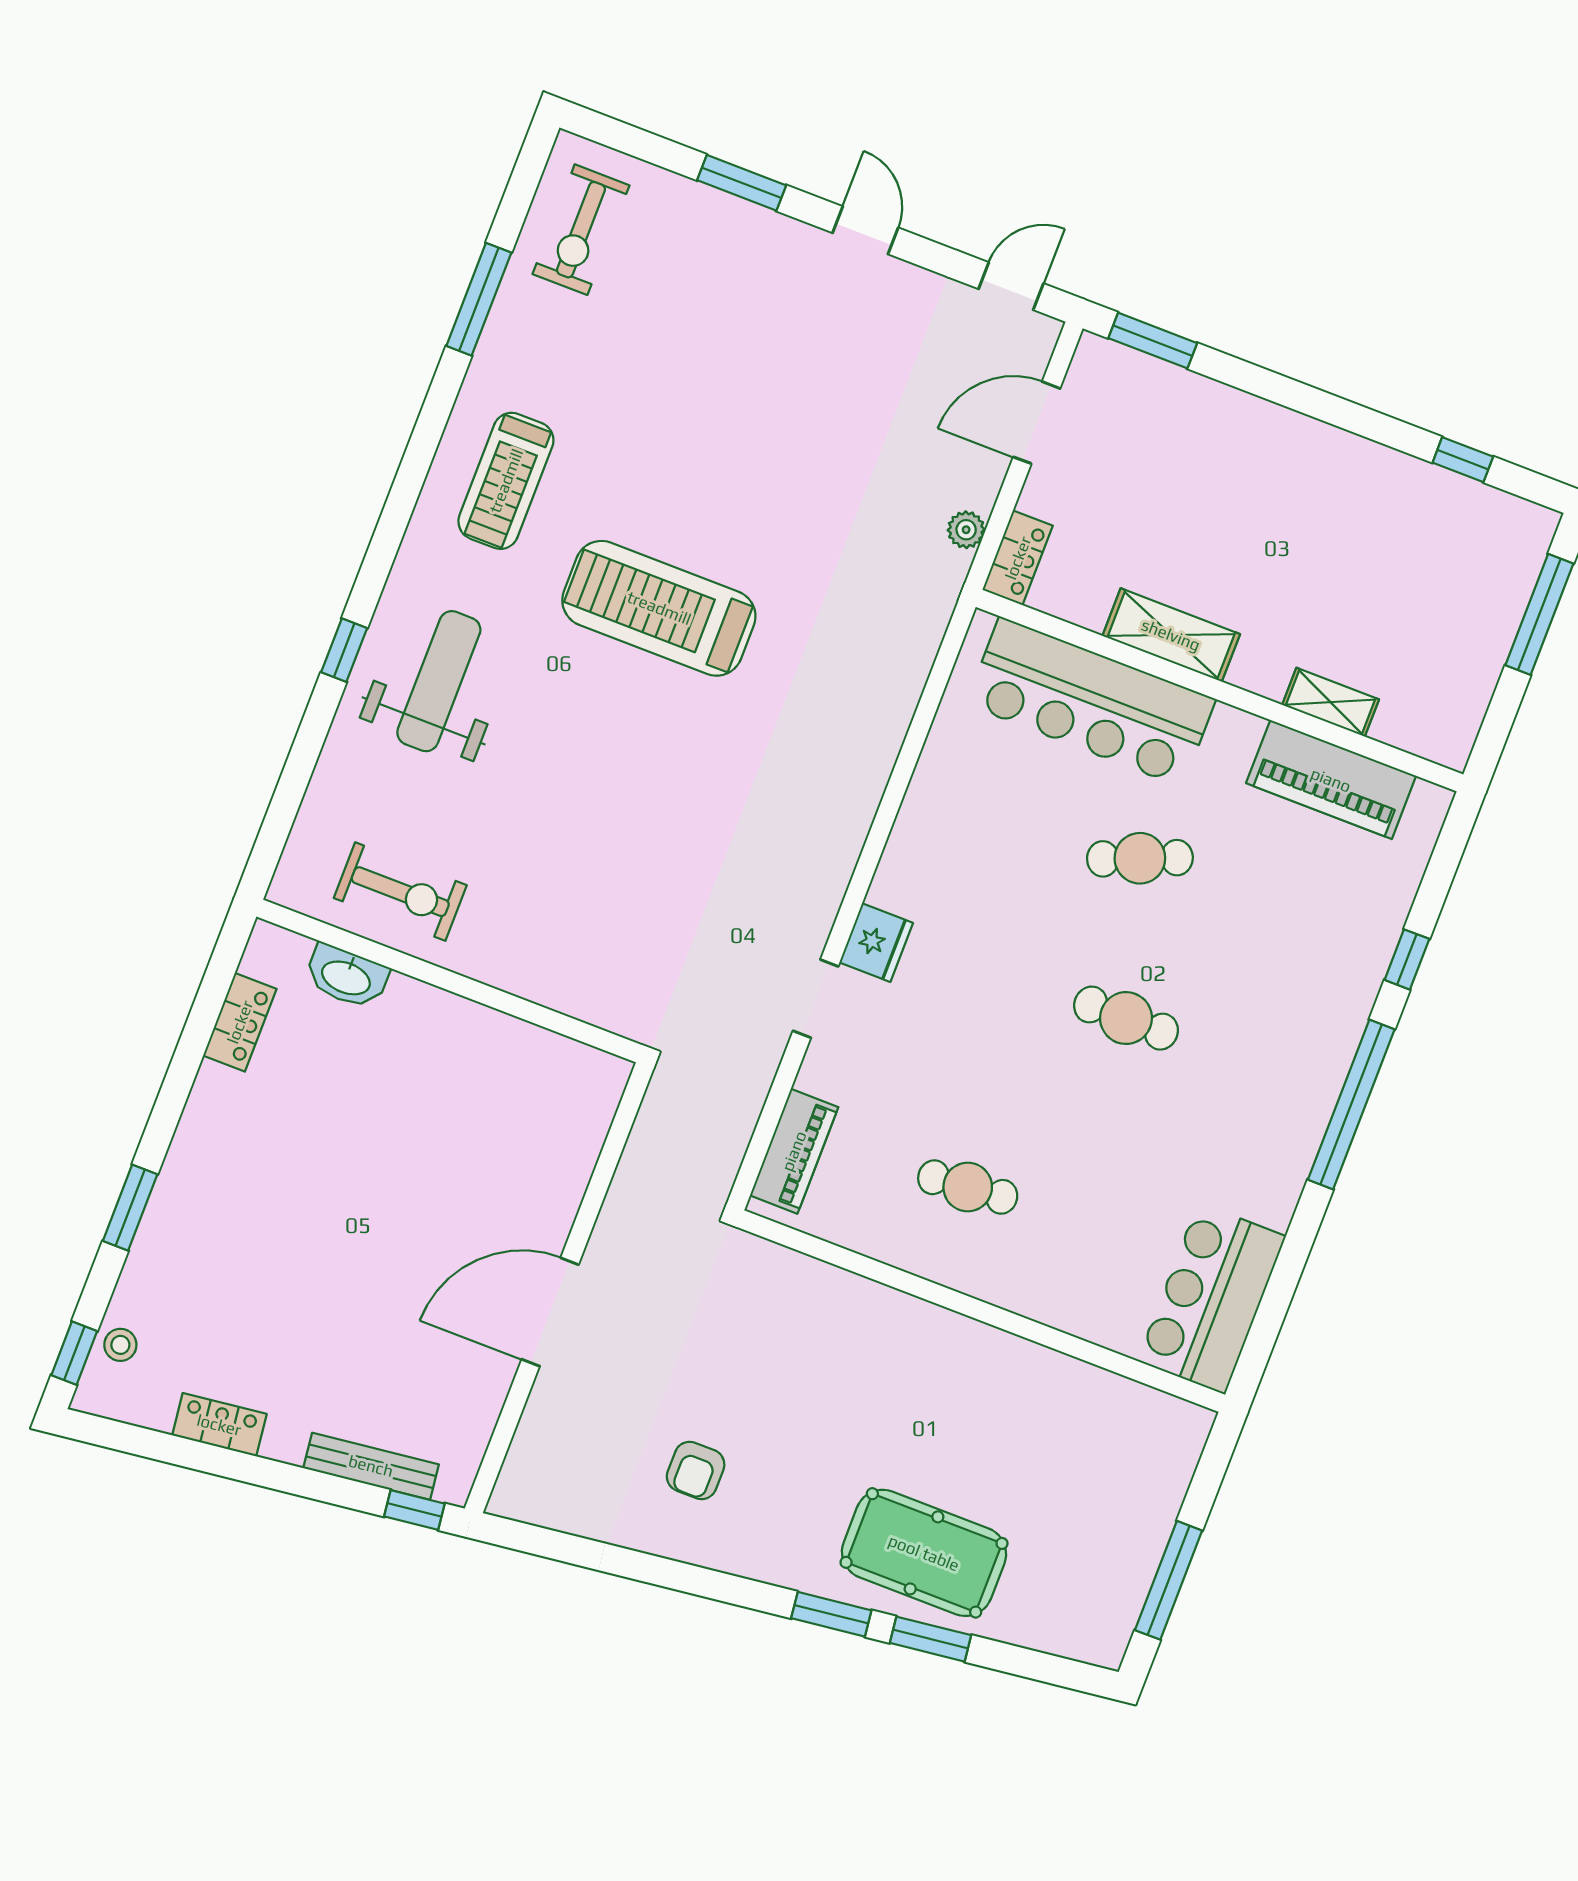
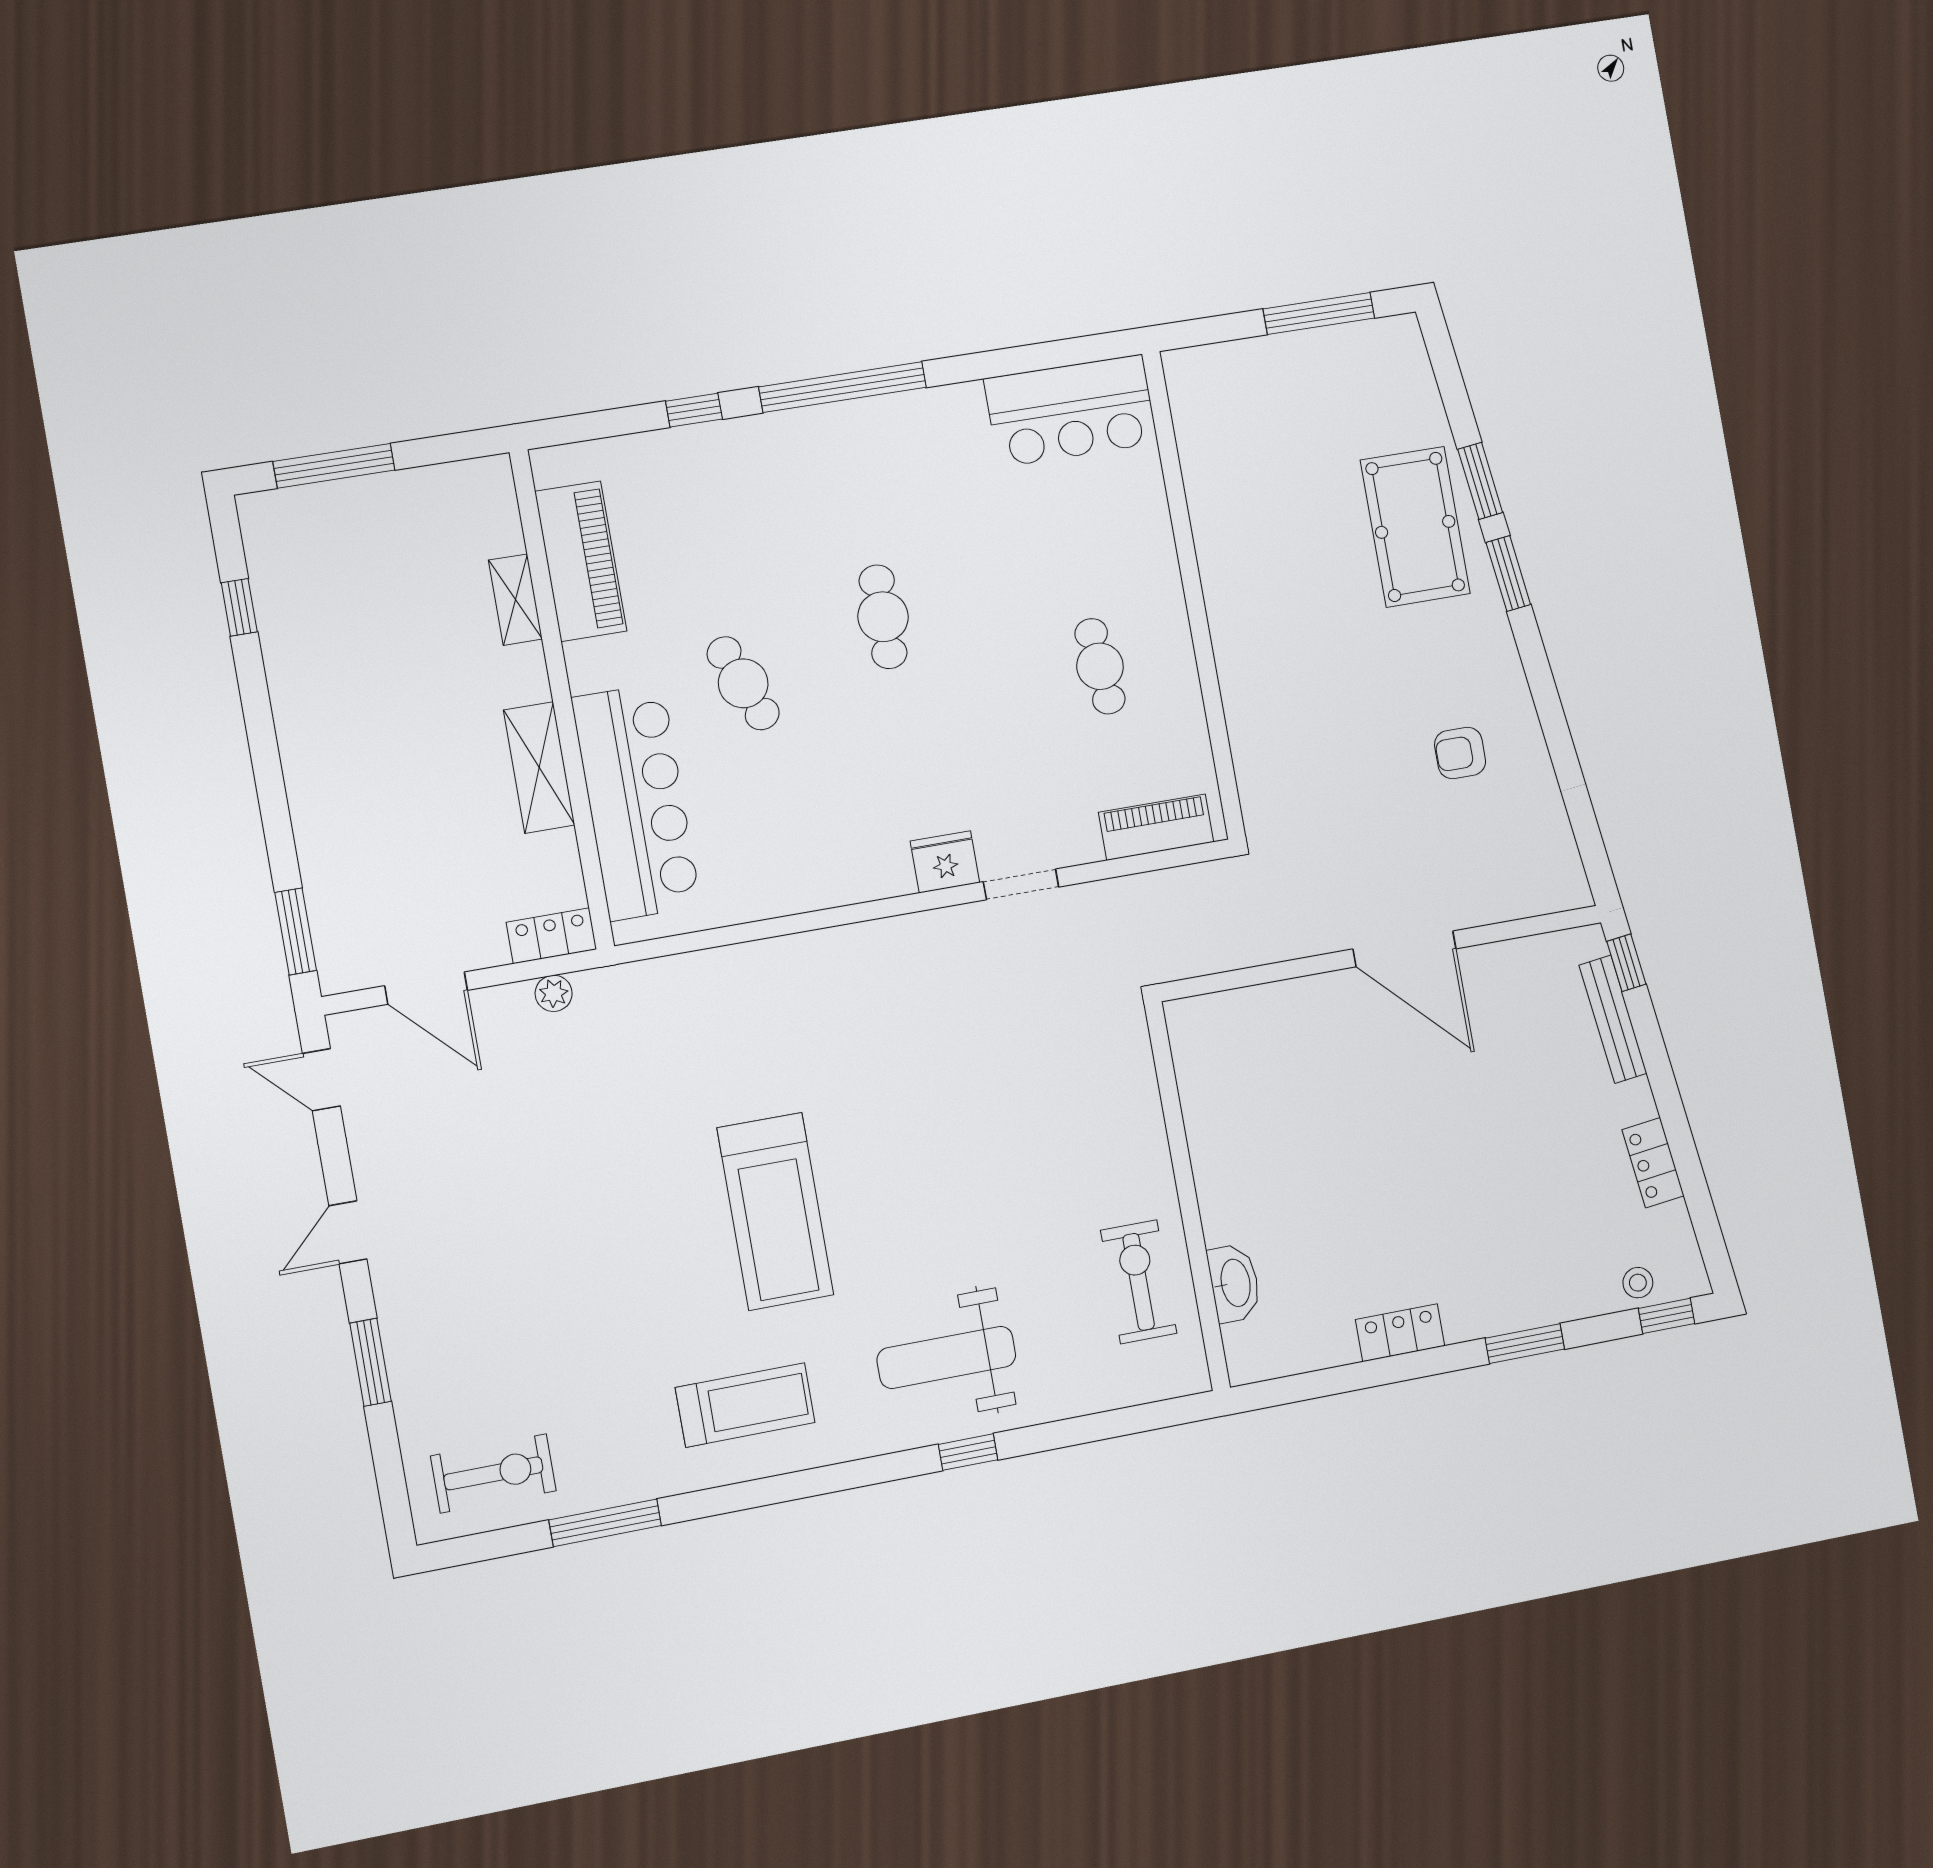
locker: (240, 1022) -> (1400, 1333), moved
armchair: (696, 1470) -> (1460, 753), turned 180

